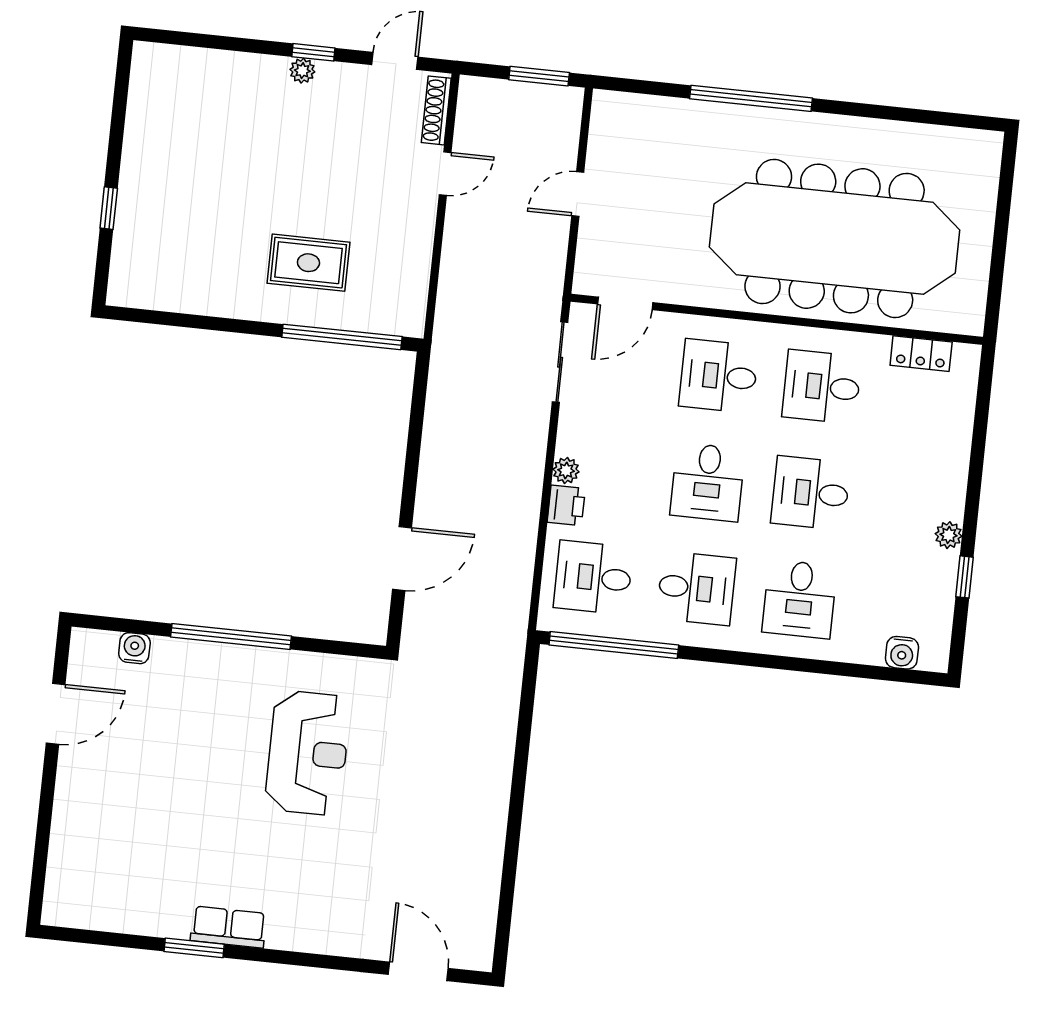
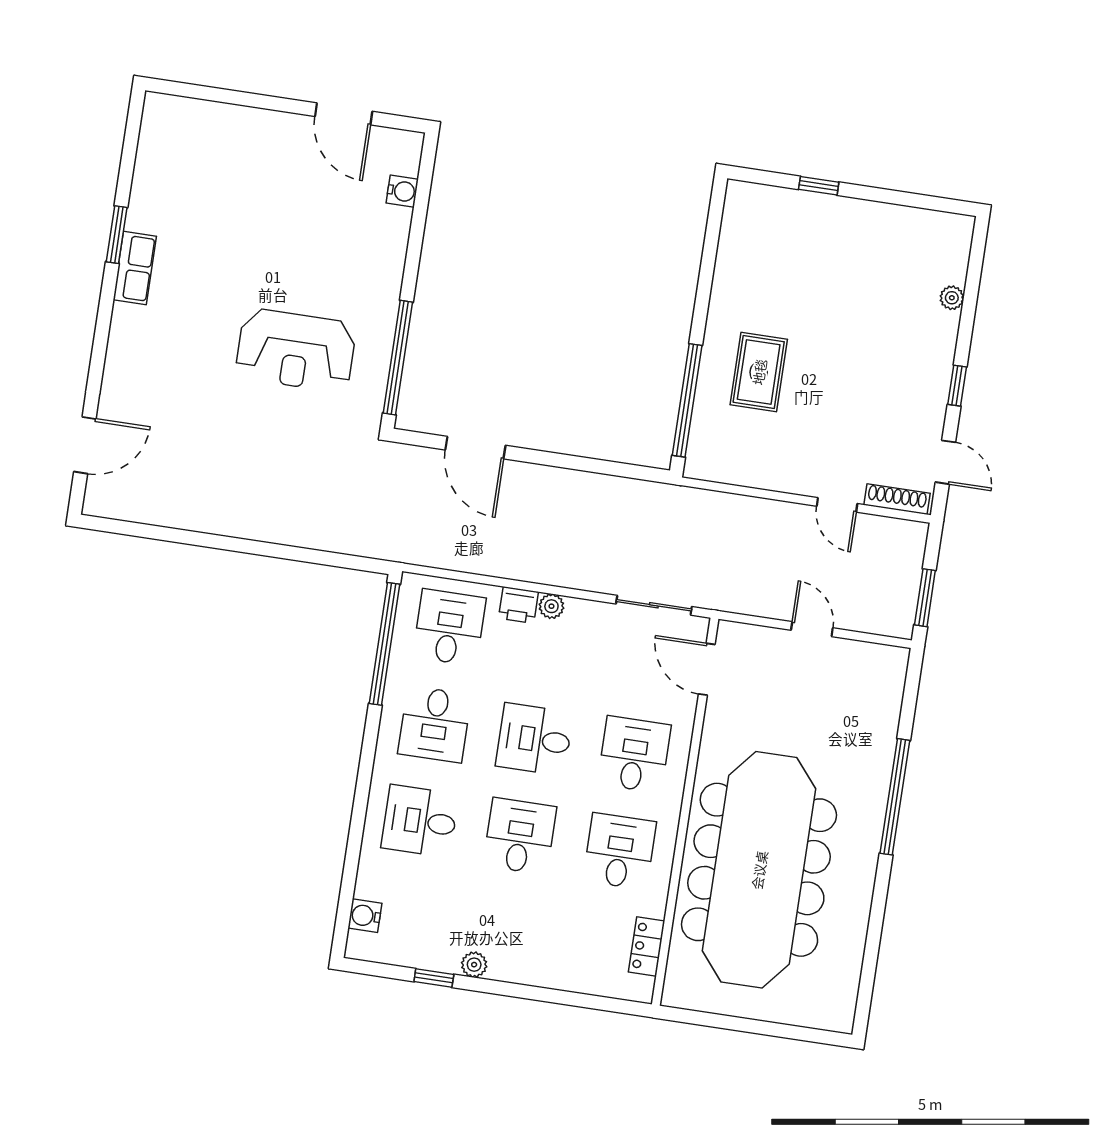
plant: (302, 71) -> (952, 298), moved
window: (231, 636) -> (398, 358), moved

